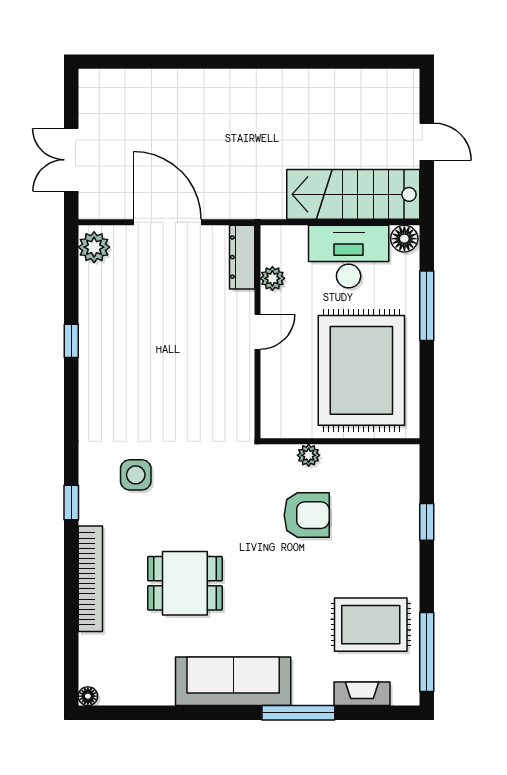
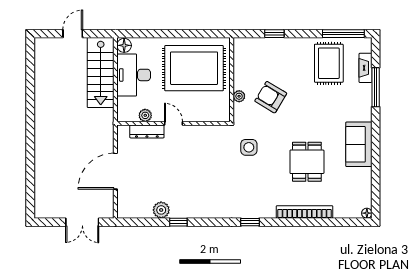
plant: (94, 247) -> (161, 210), moved
dresser: (242, 257) -> (147, 131), moved
window: (427, 306) -> (160, 34), removed
side table: (136, 475) -> (249, 147), moved
window: (71, 502) -> (250, 222), moved
armchair: (307, 515) -> (271, 97), turned -59
sofa: (233, 681) -> (359, 144), width x0.73
window: (298, 713) -> (376, 87), moved

